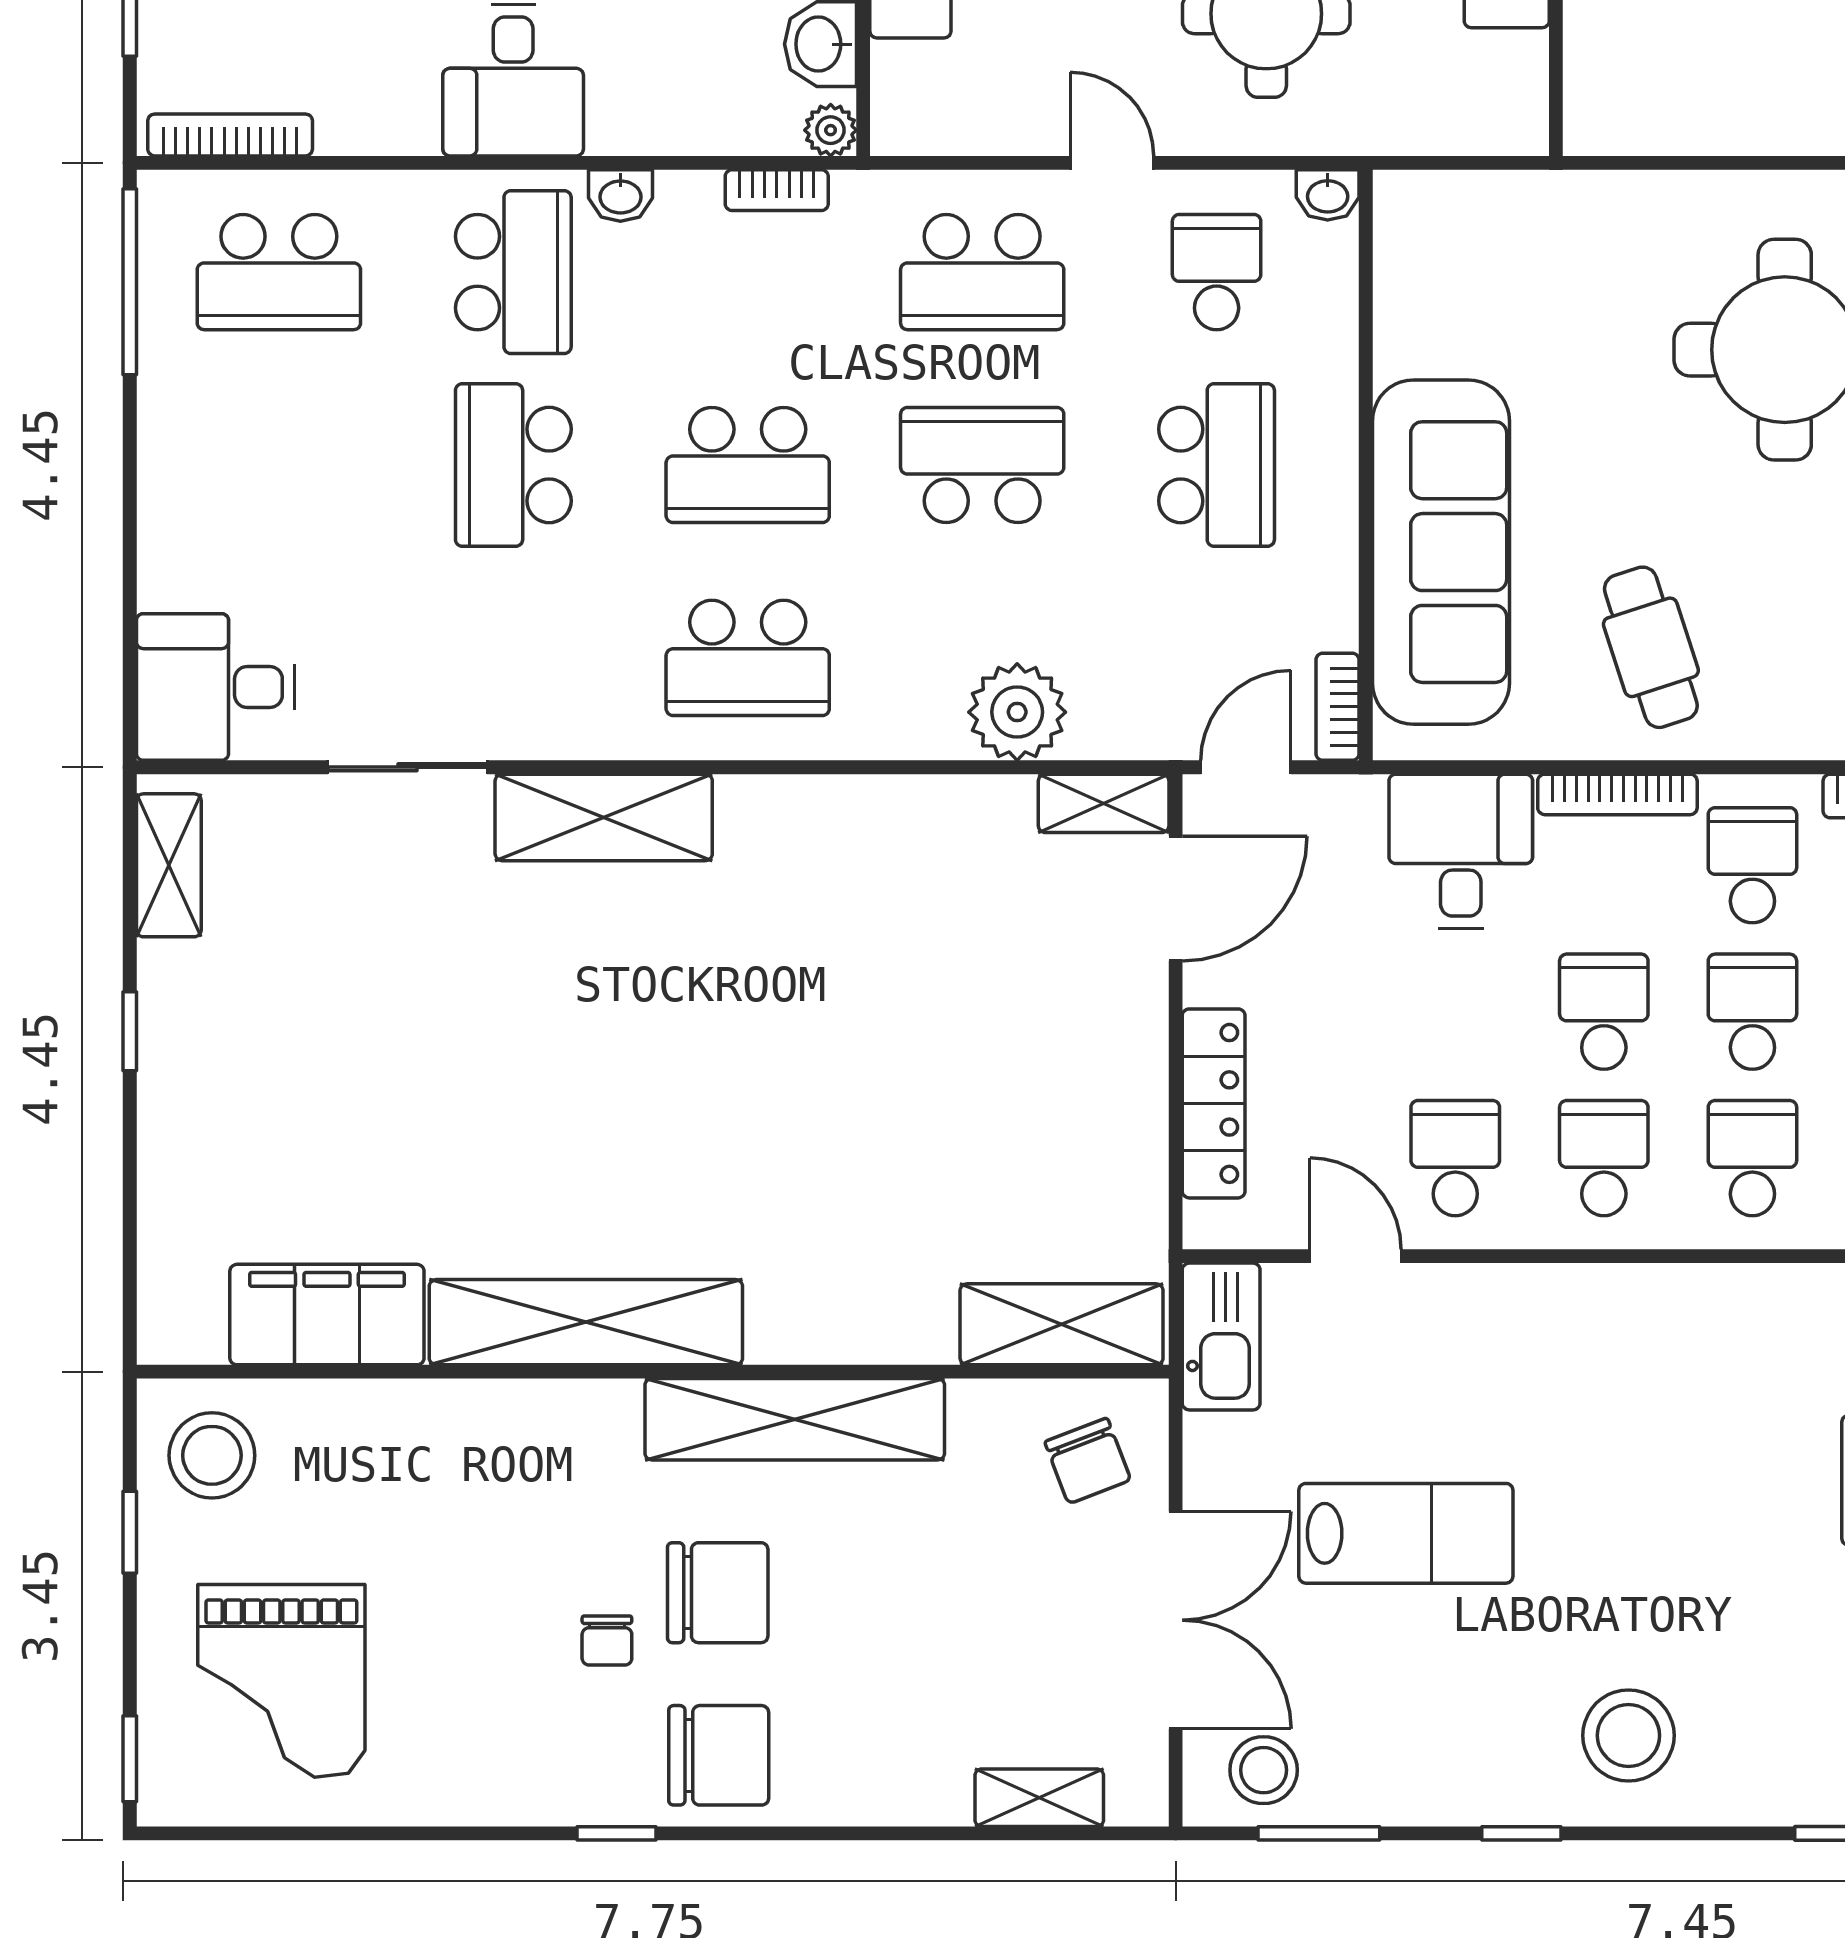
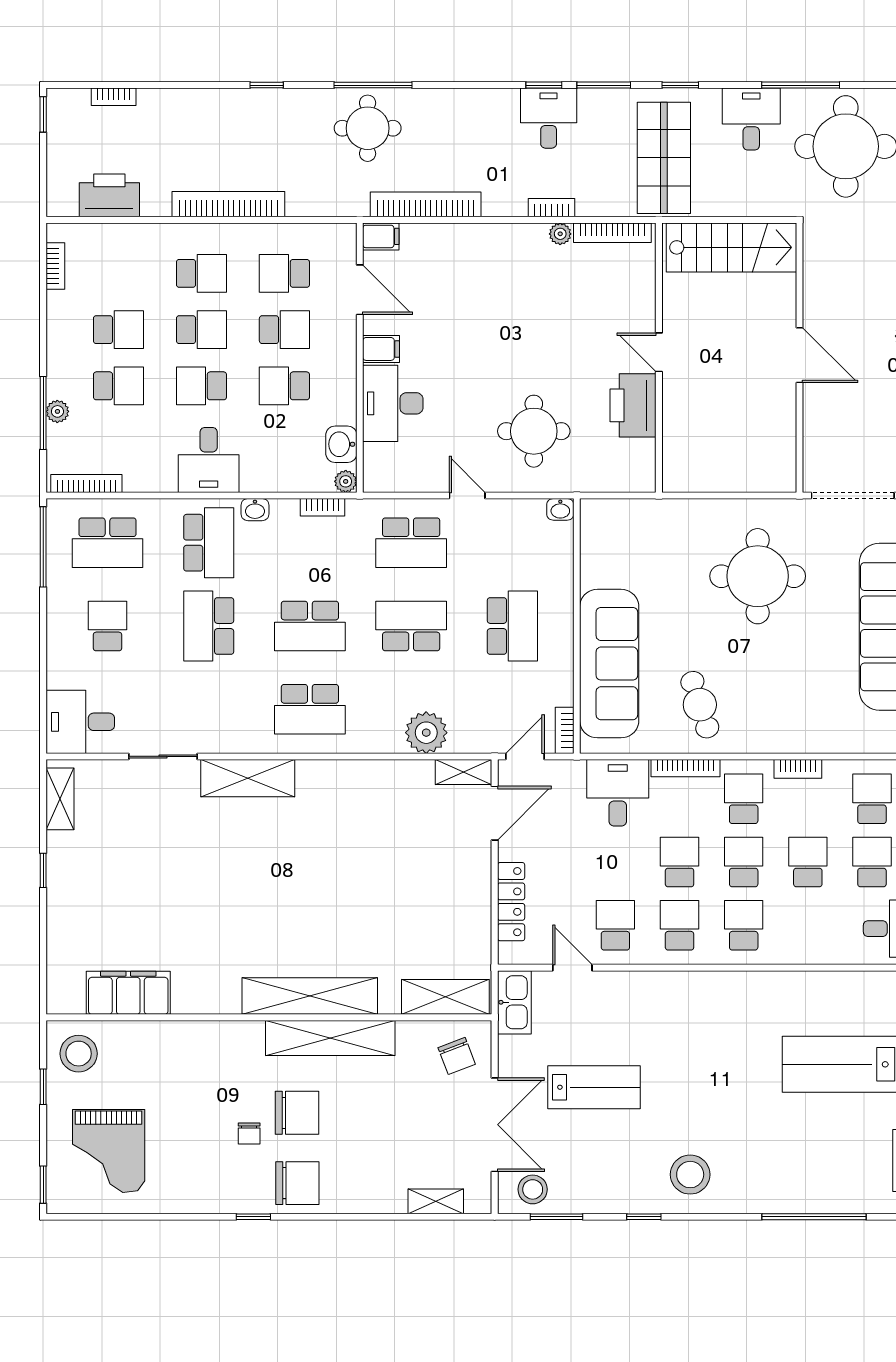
school desk: (1217, 272) -> (108, 626), moved
shelving: (586, 1322) -> (310, 996), moved

